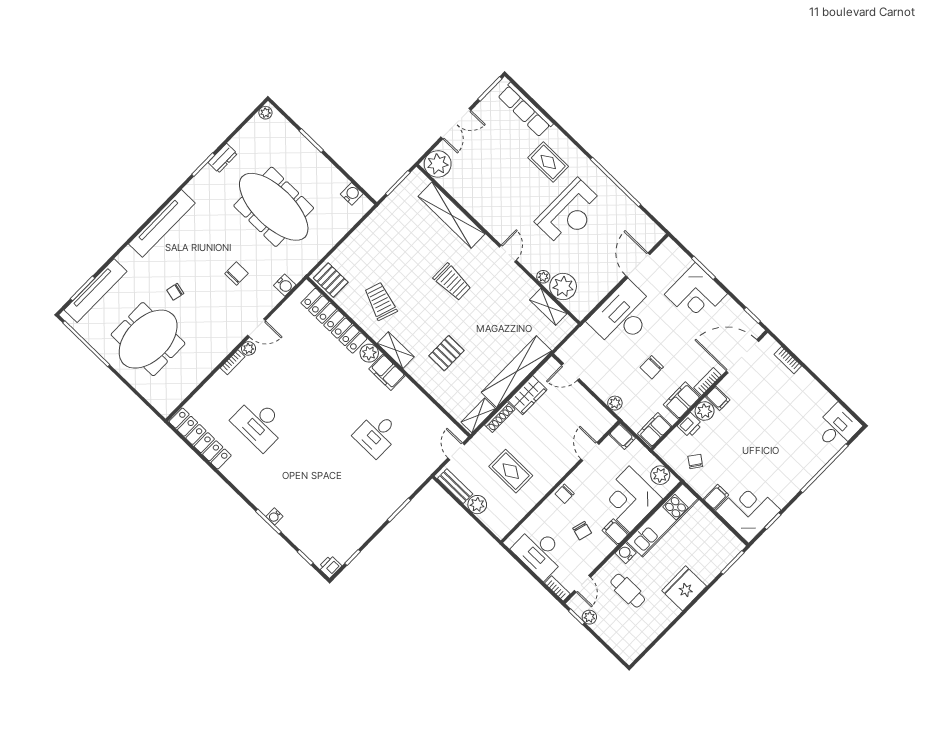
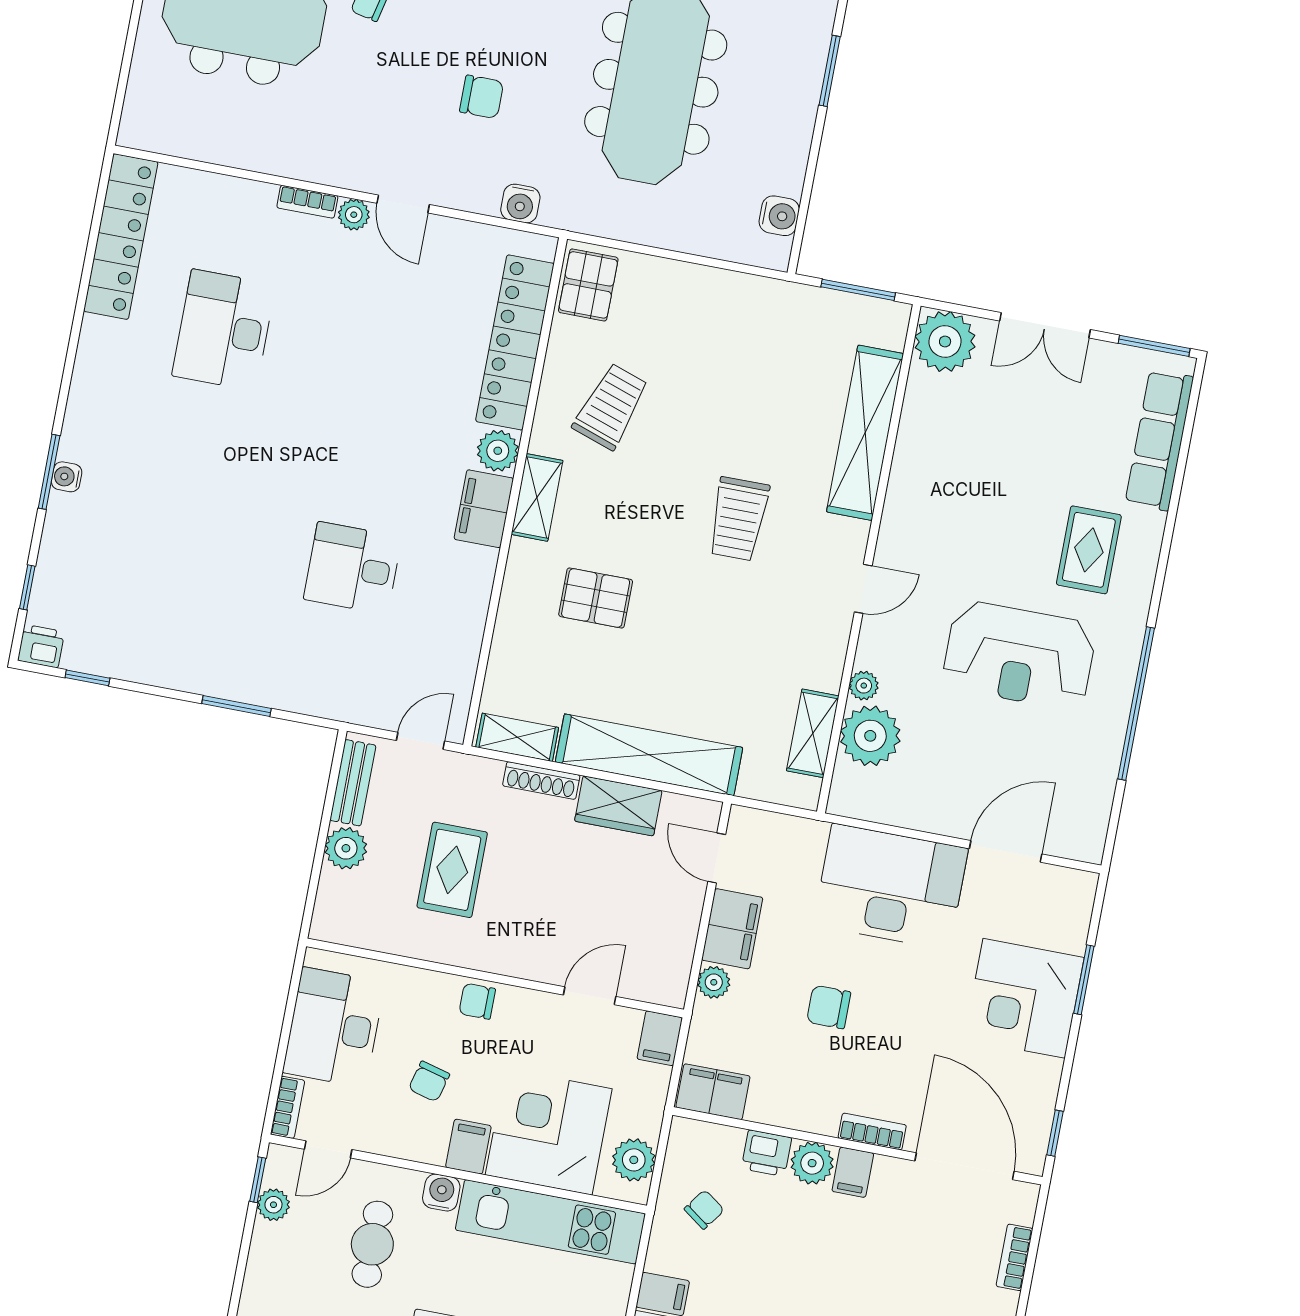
filing cabinet: (682, 401) -> (732, 929), moved, turned 90

